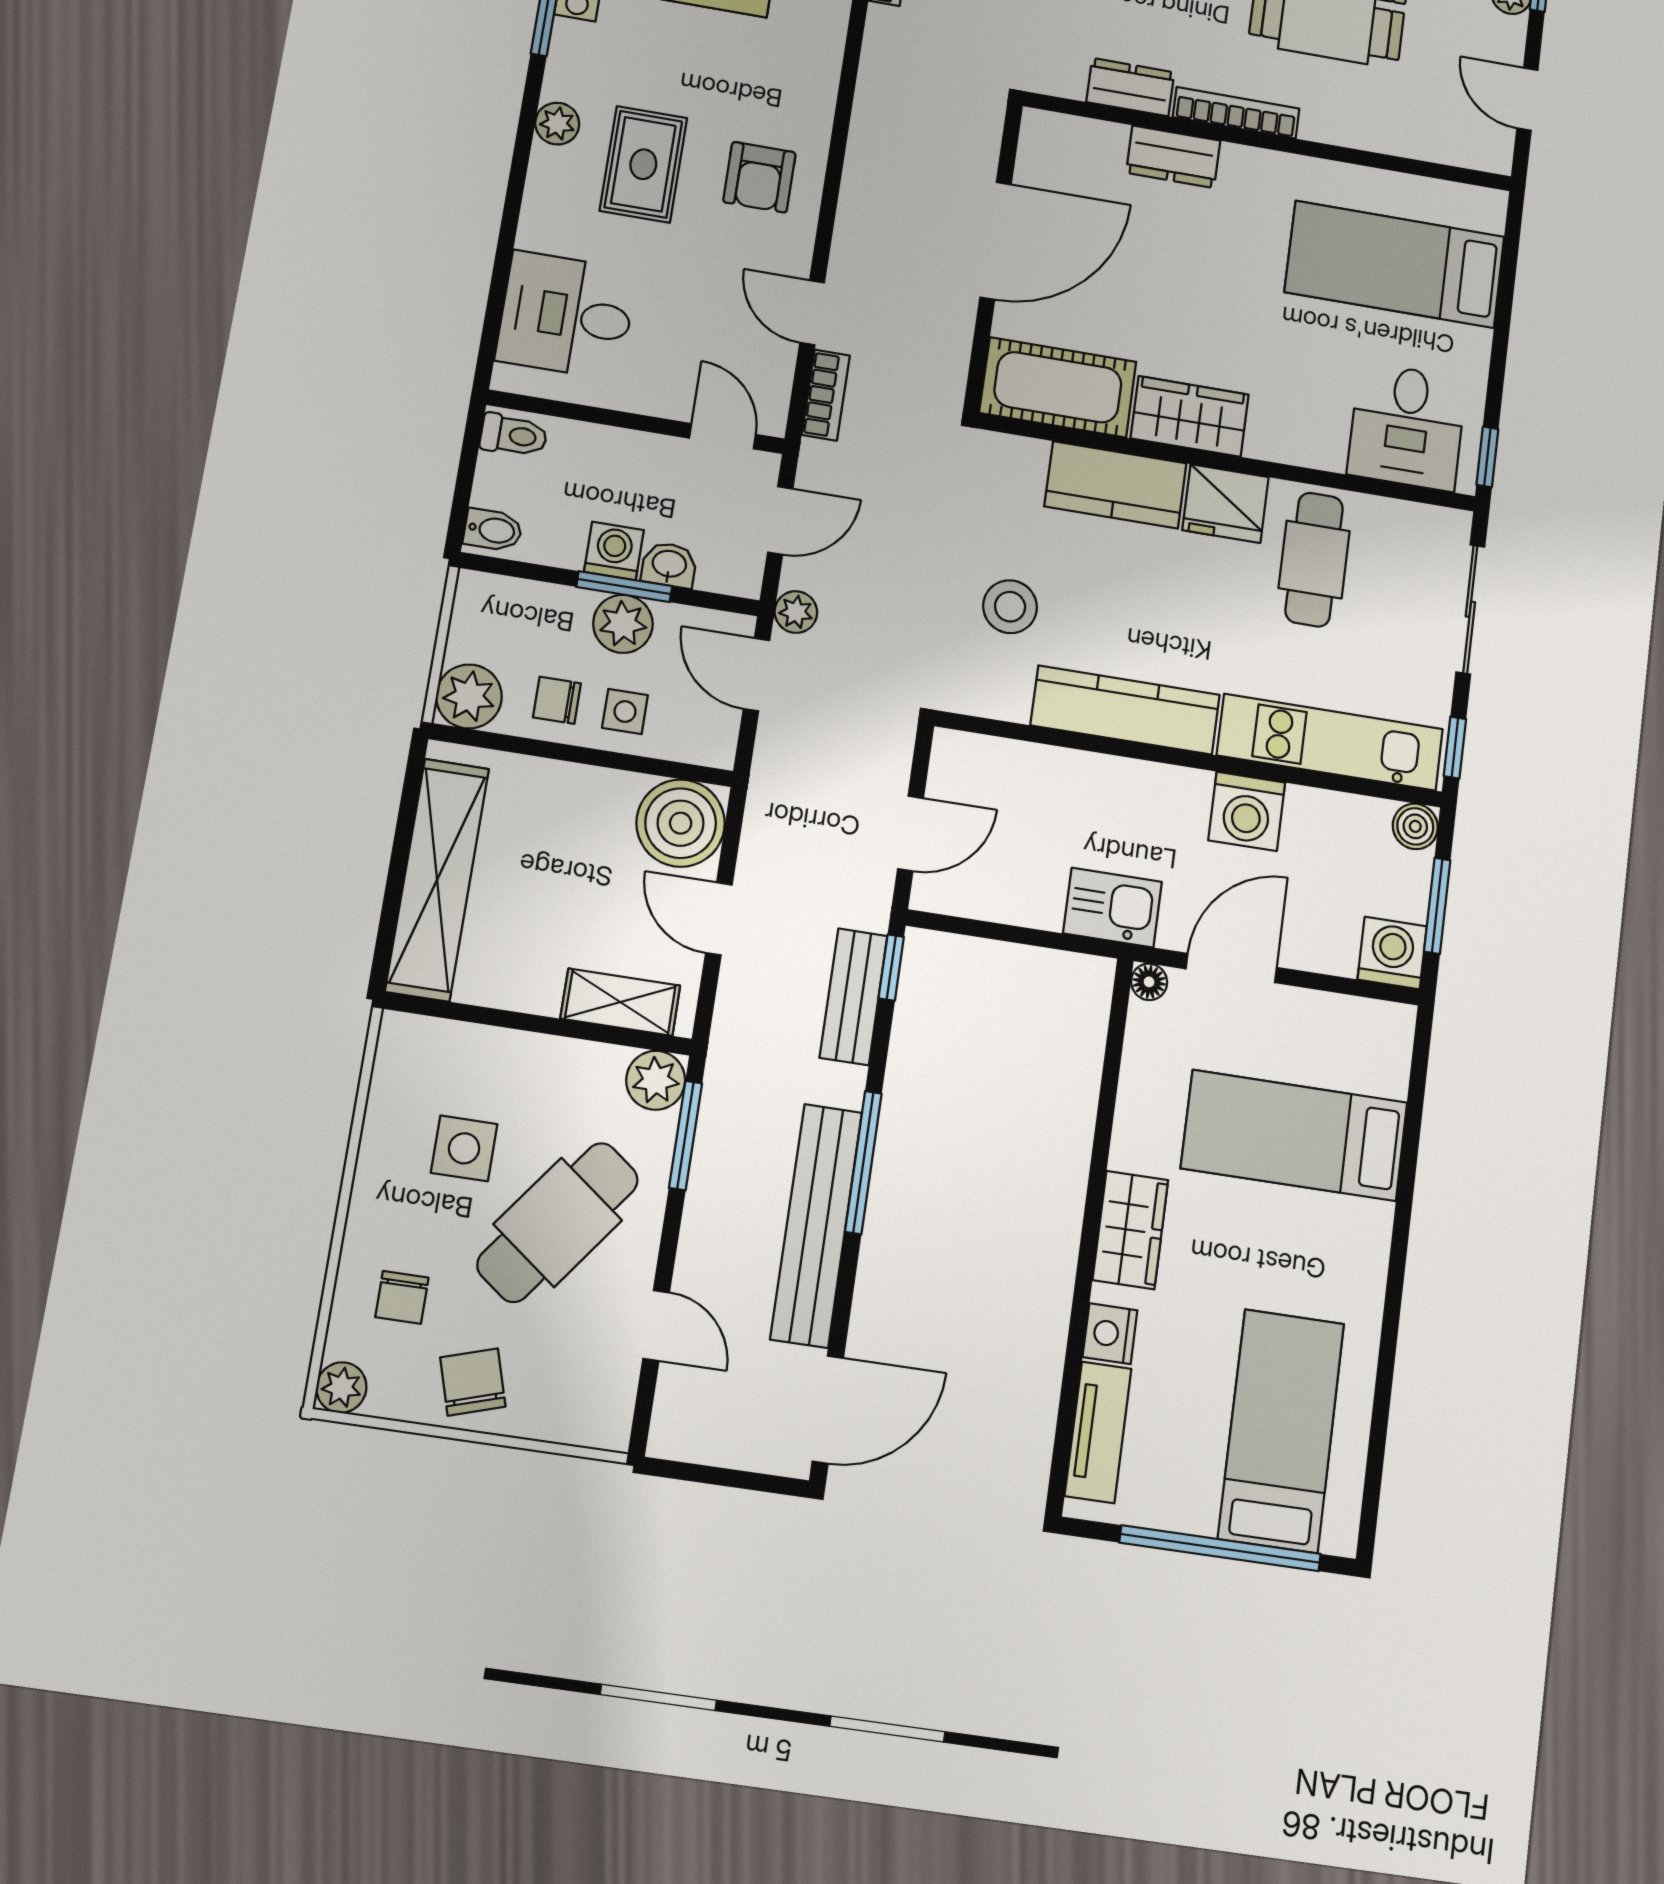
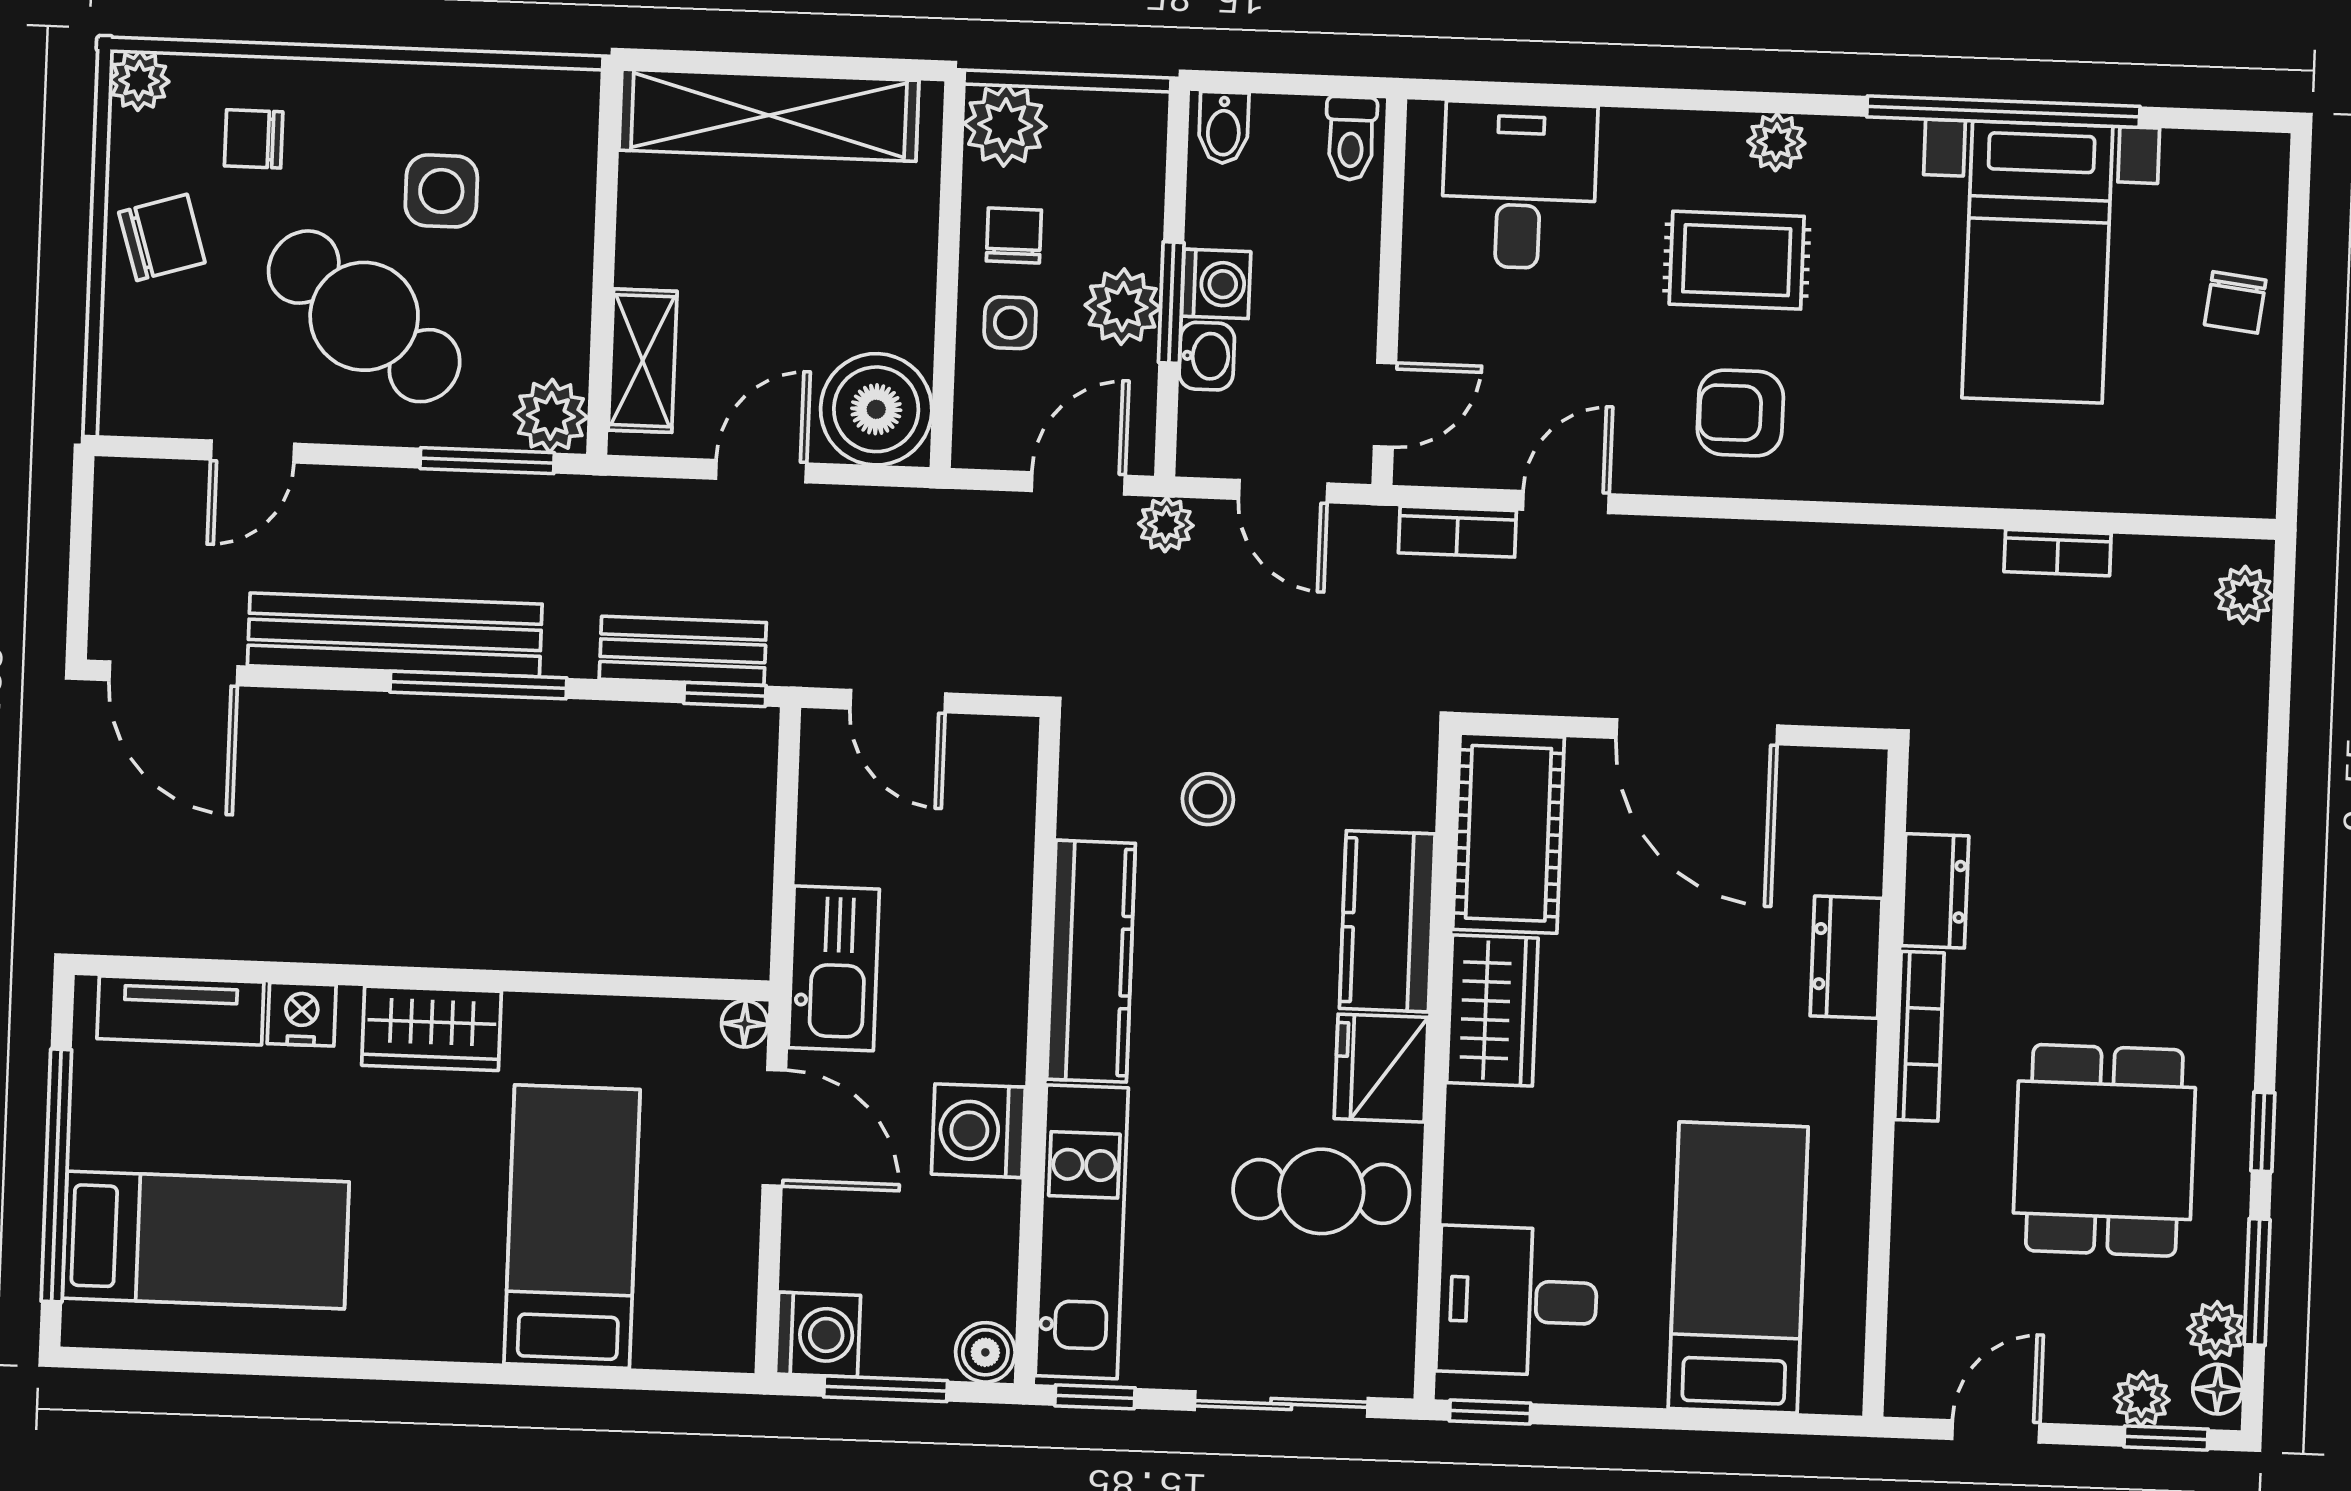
stool: (1010, 607) -> (1208, 799), width x0.73, depth x0.73
kitchen sink: (1113, 908) -> (834, 968), width x1.38

